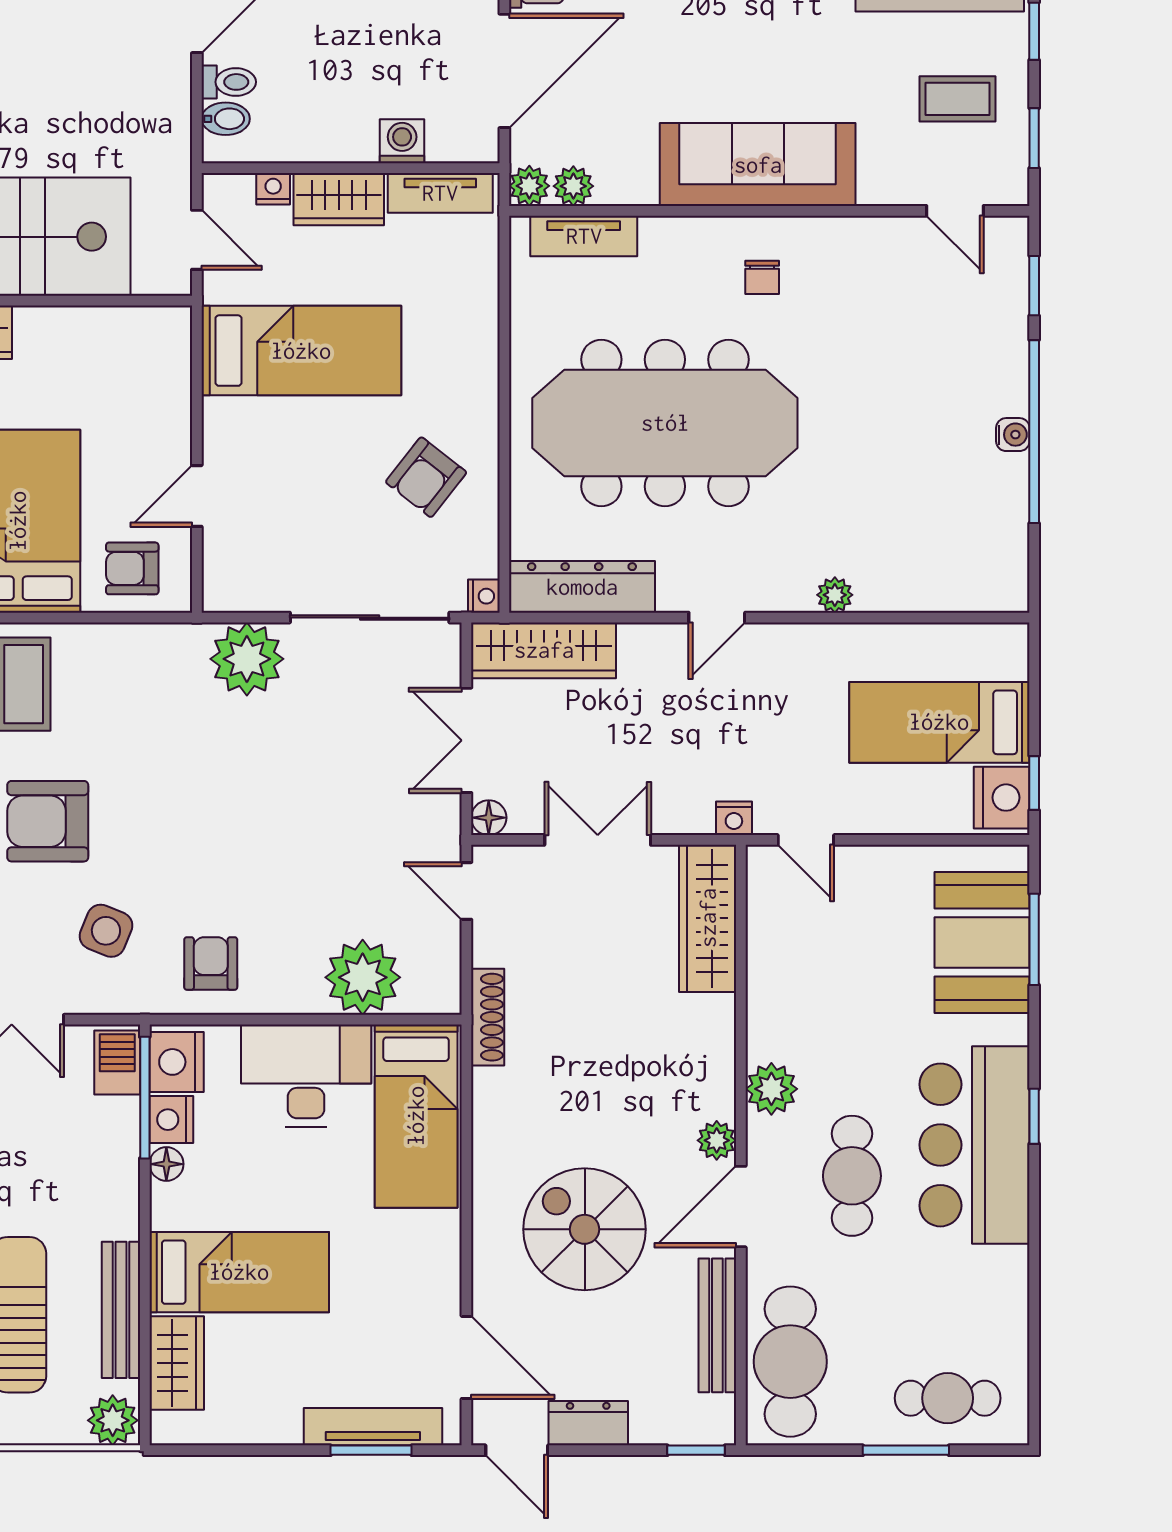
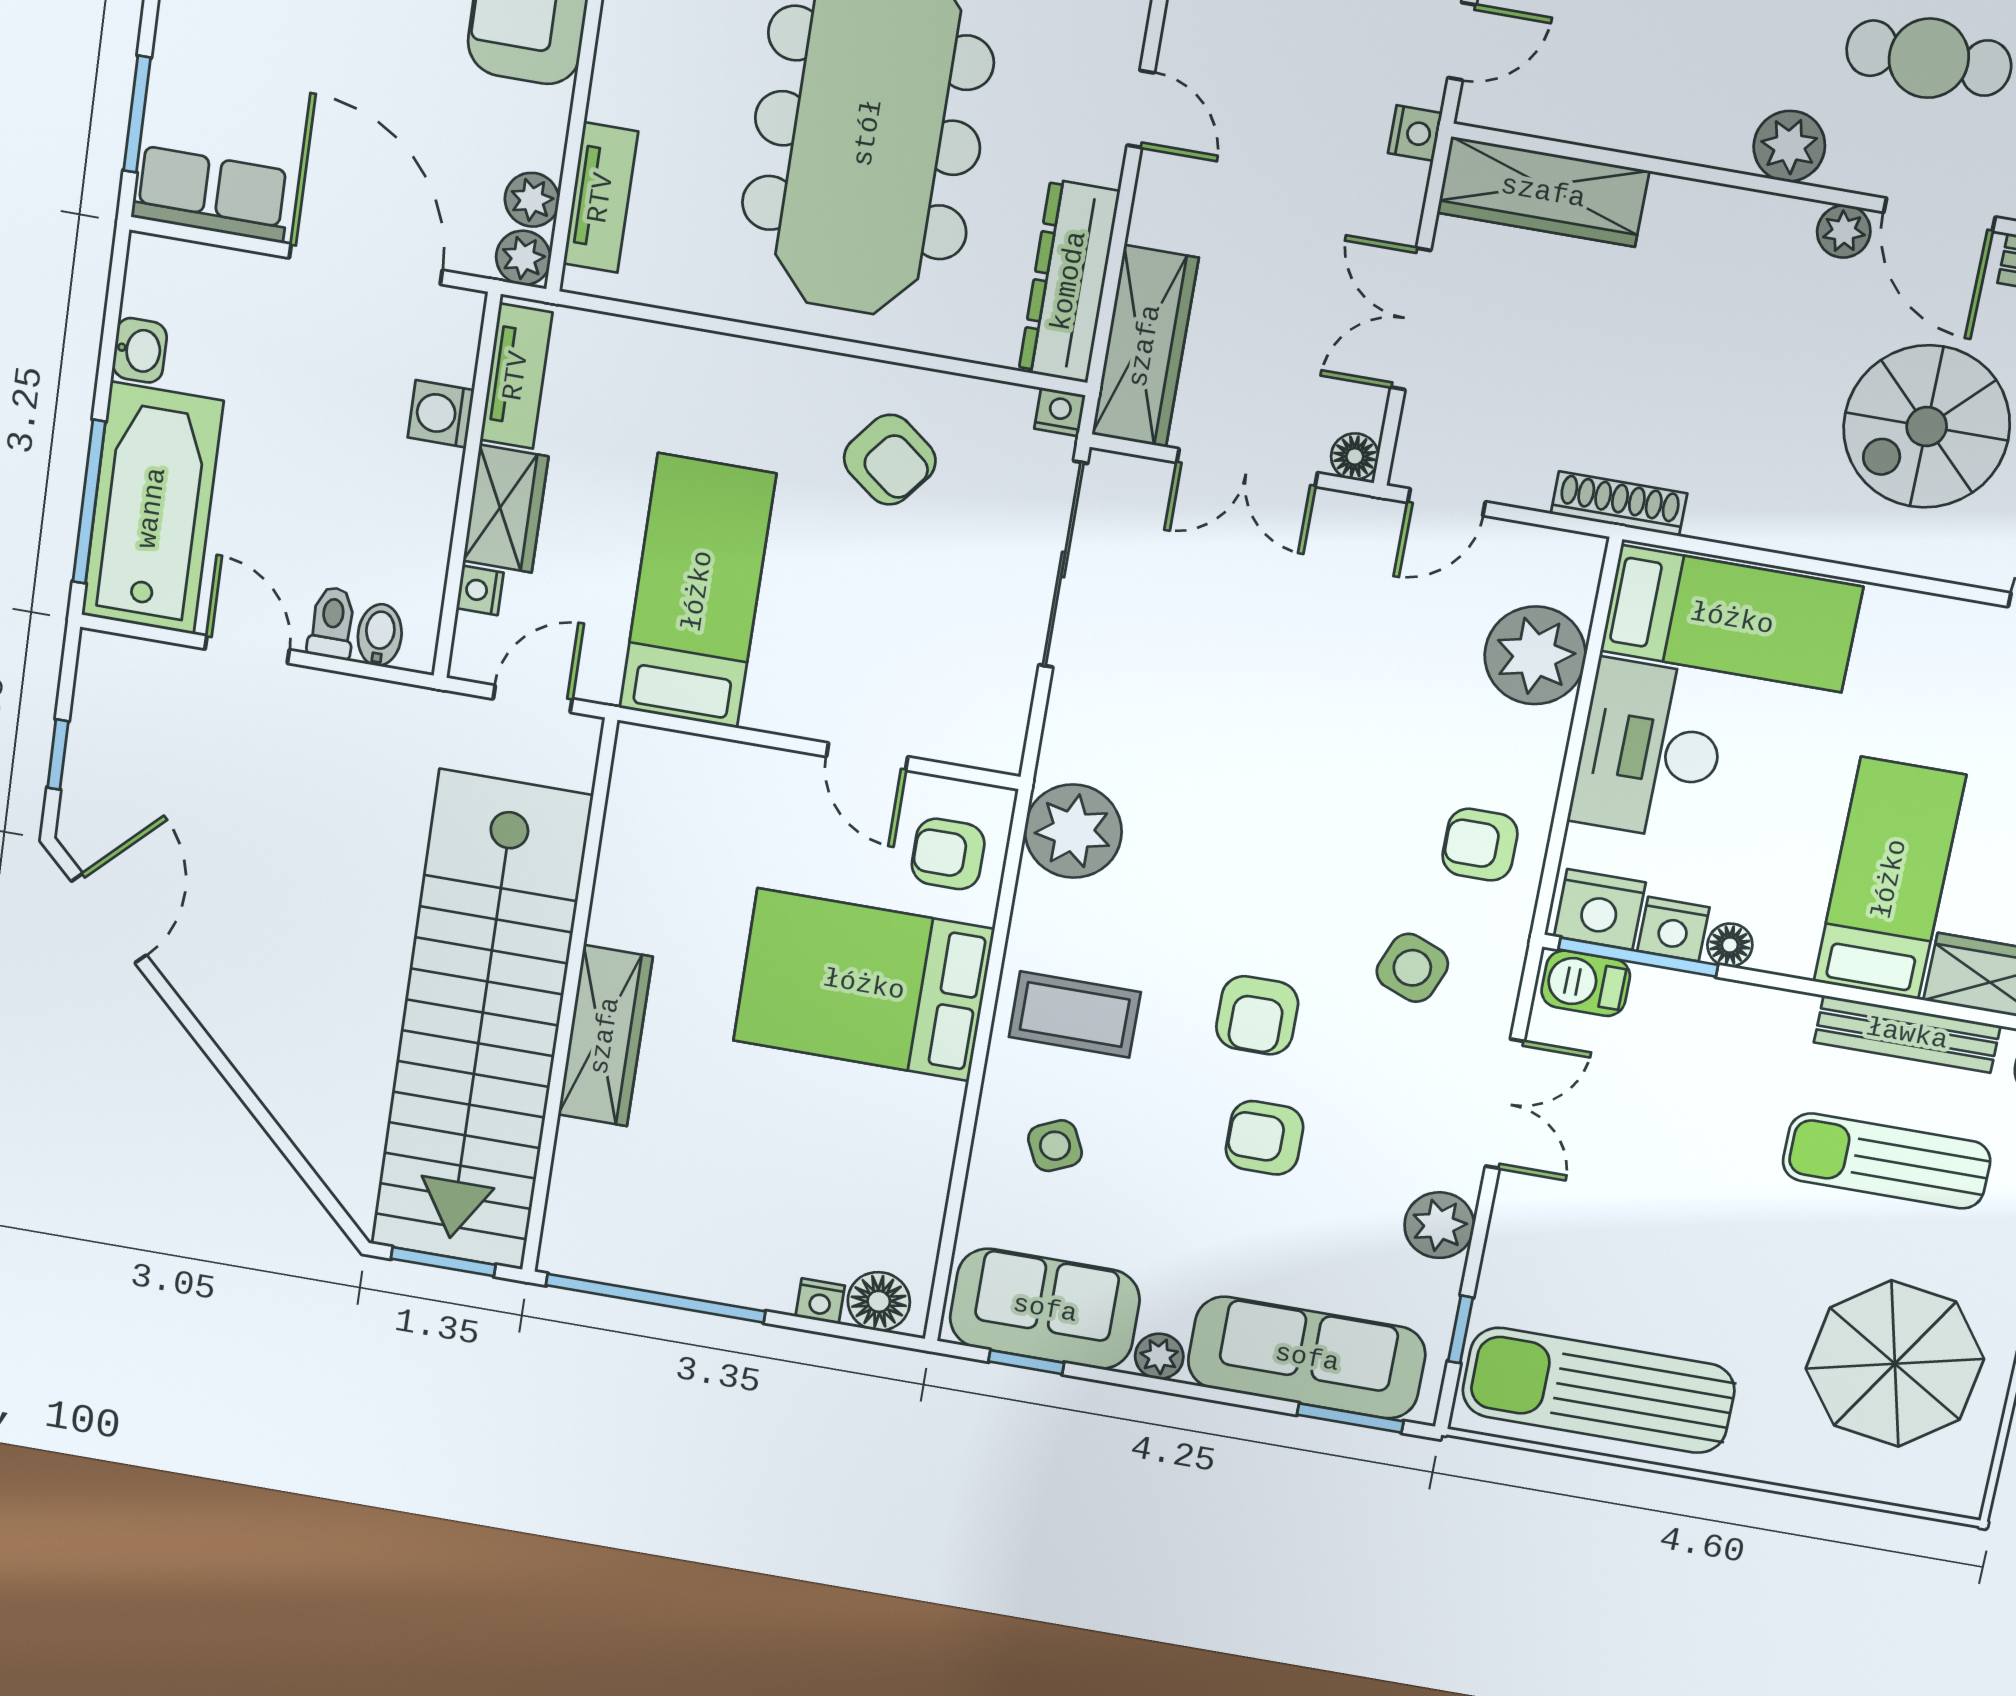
armchair: (132, 568) -> (948, 854), turned 90
plant: (247, 659) -> (1073, 831), moved
armchair: (48, 821) -> (1257, 1015), width x0.72, depth x0.72

